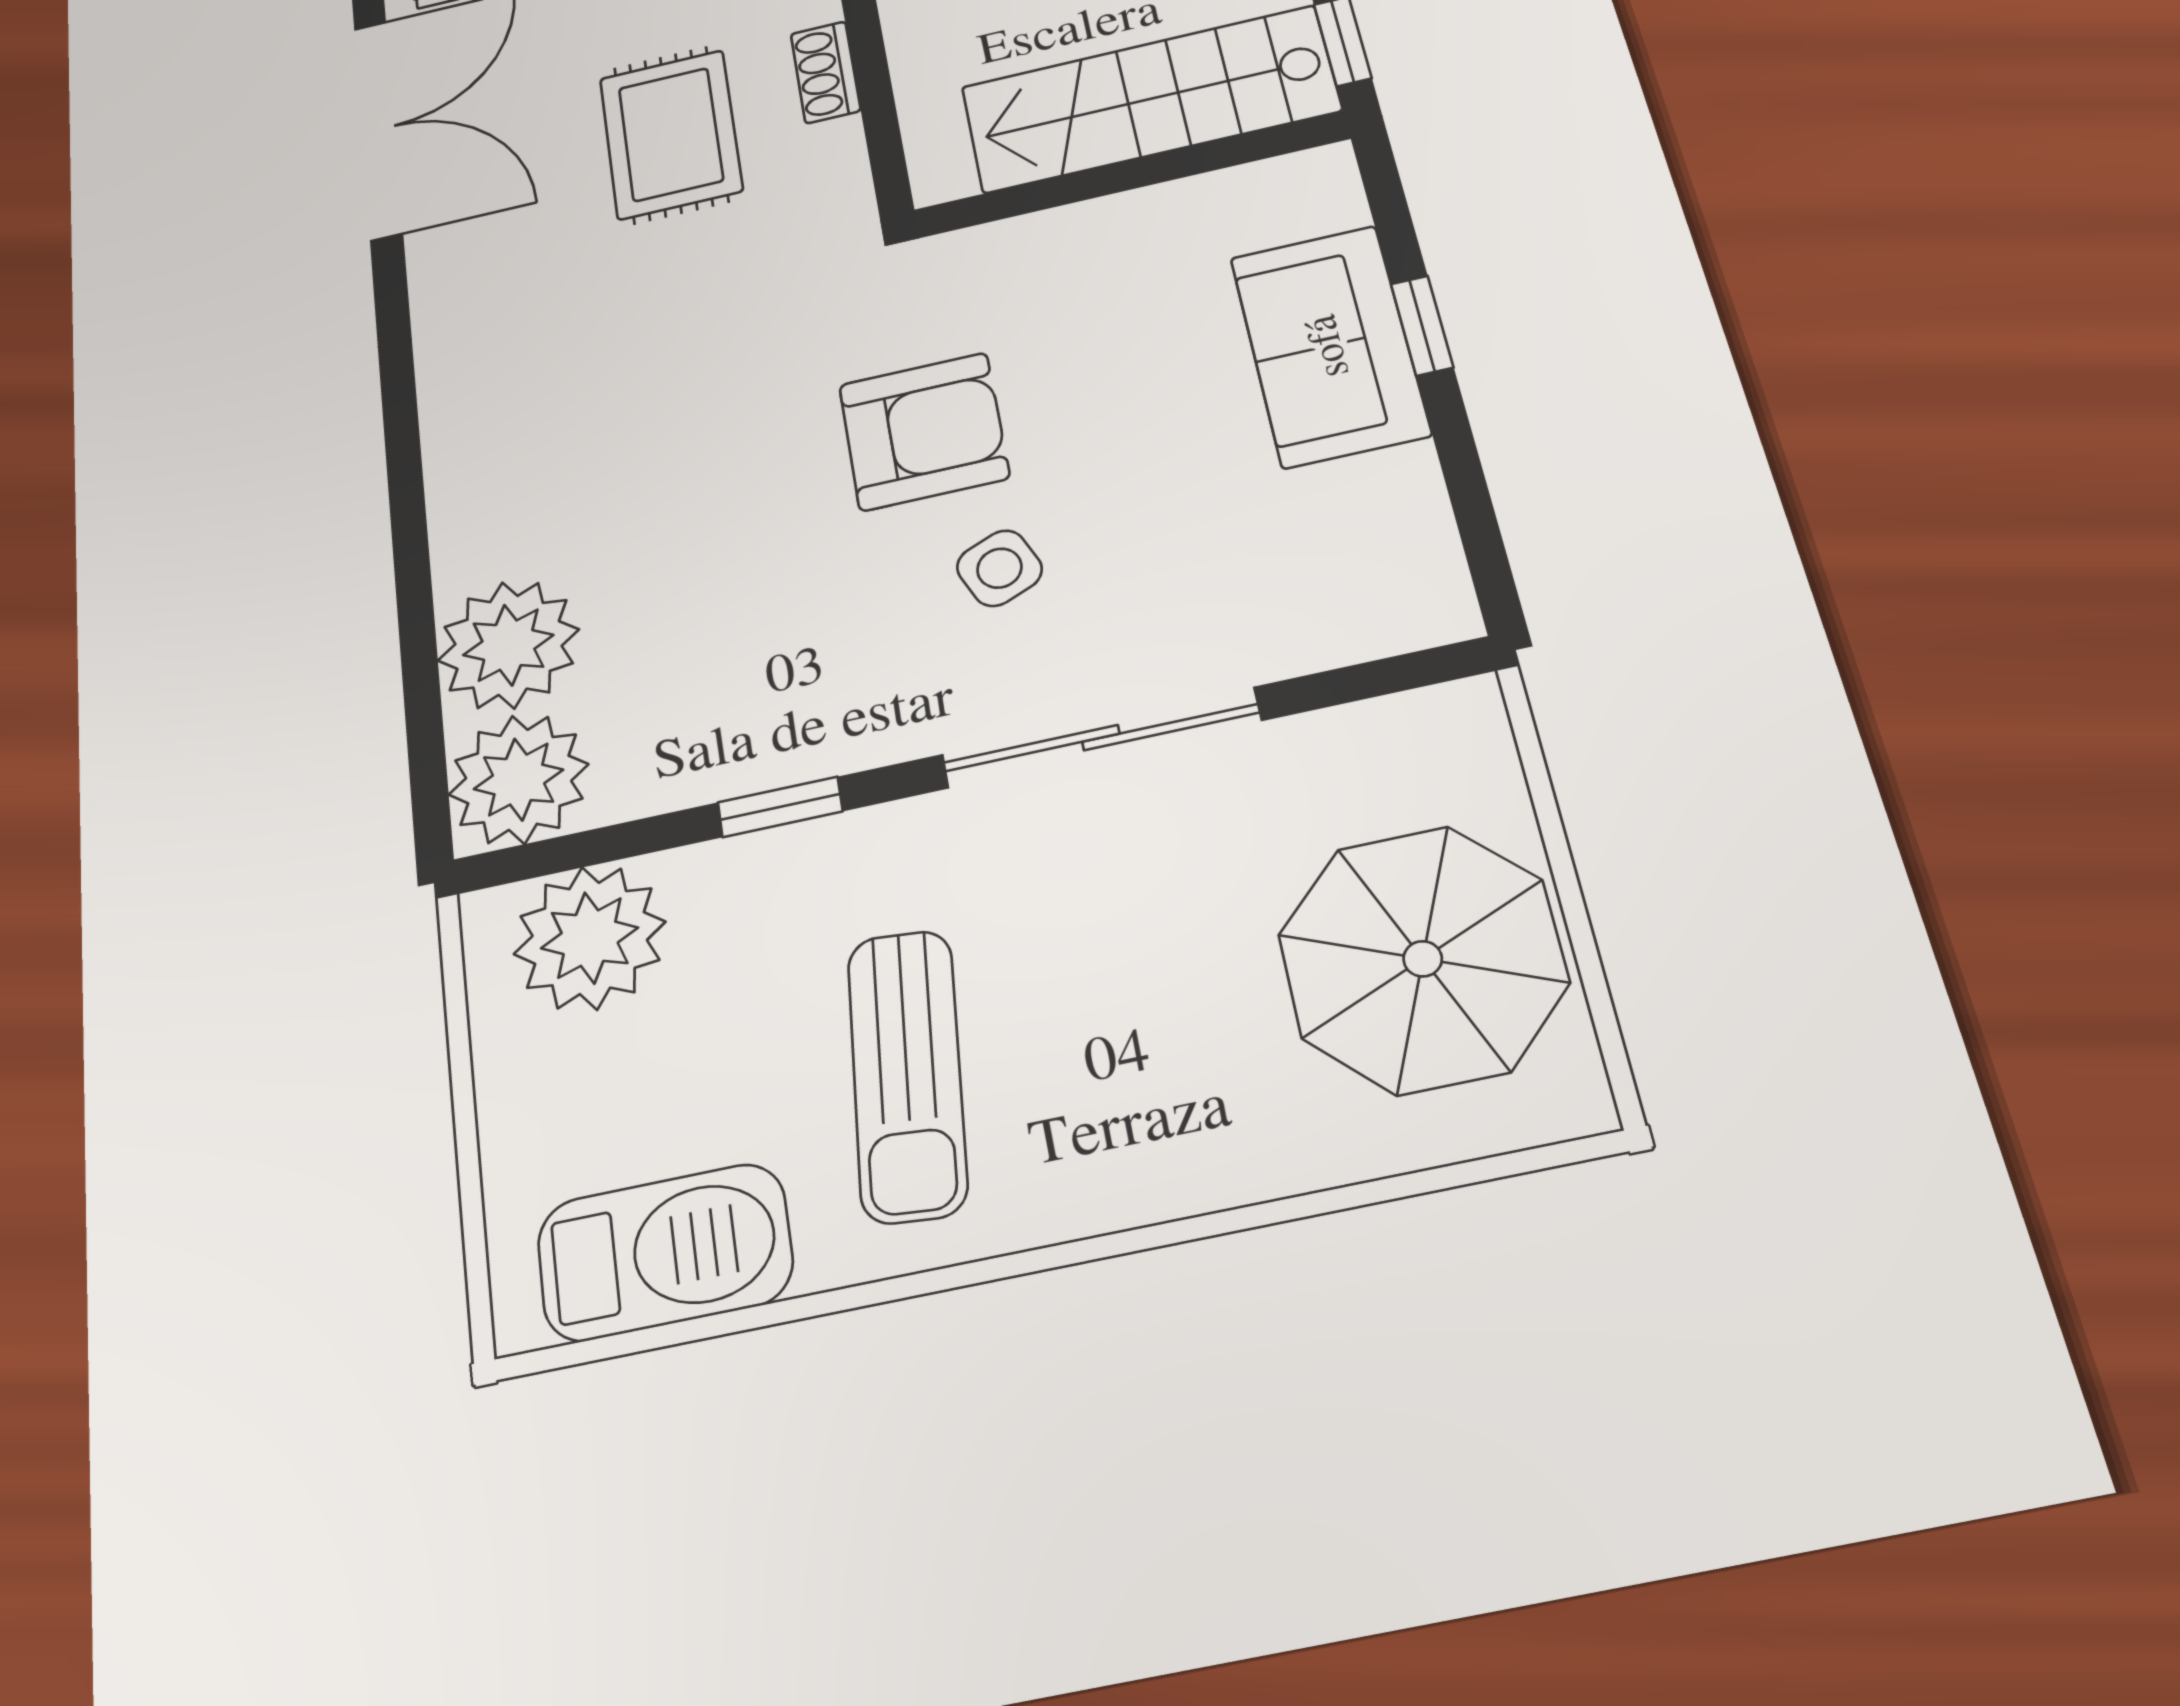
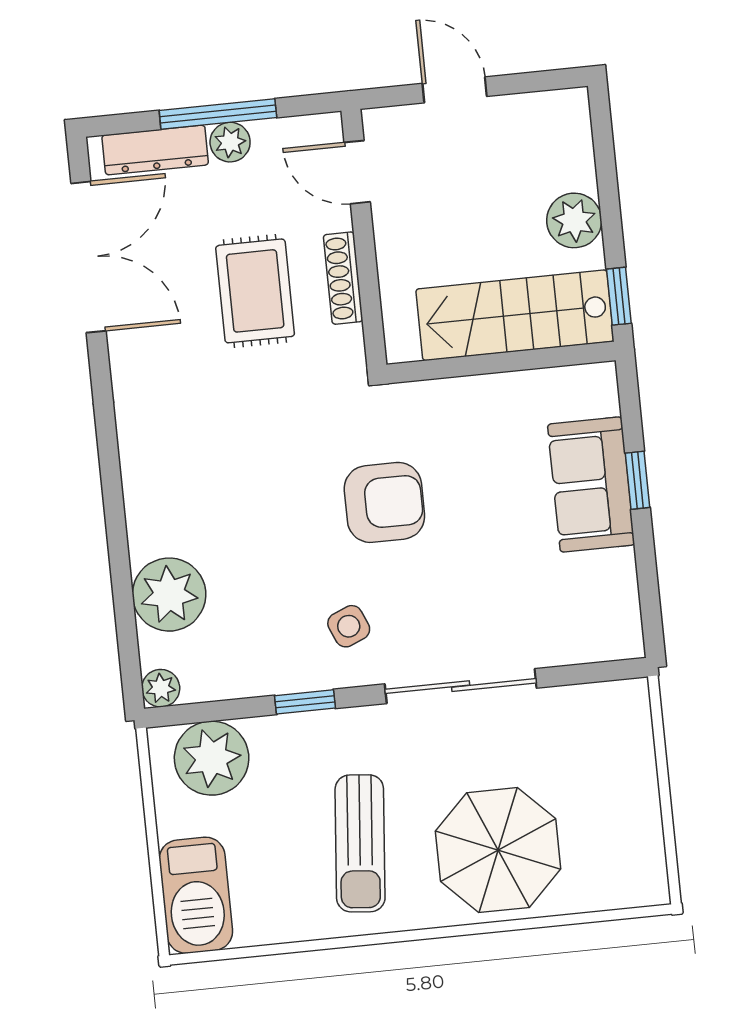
shoe rack: (826, 72) -> (343, 278), width x1.43
side table: (999, 568) -> (349, 626), moved
plant: (518, 779) -> (161, 688), width x0.53, depth x0.53
parasol: (1423, 959) -> (498, 850), moved
barbecue: (665, 1252) -> (196, 895), moved, turned 90

